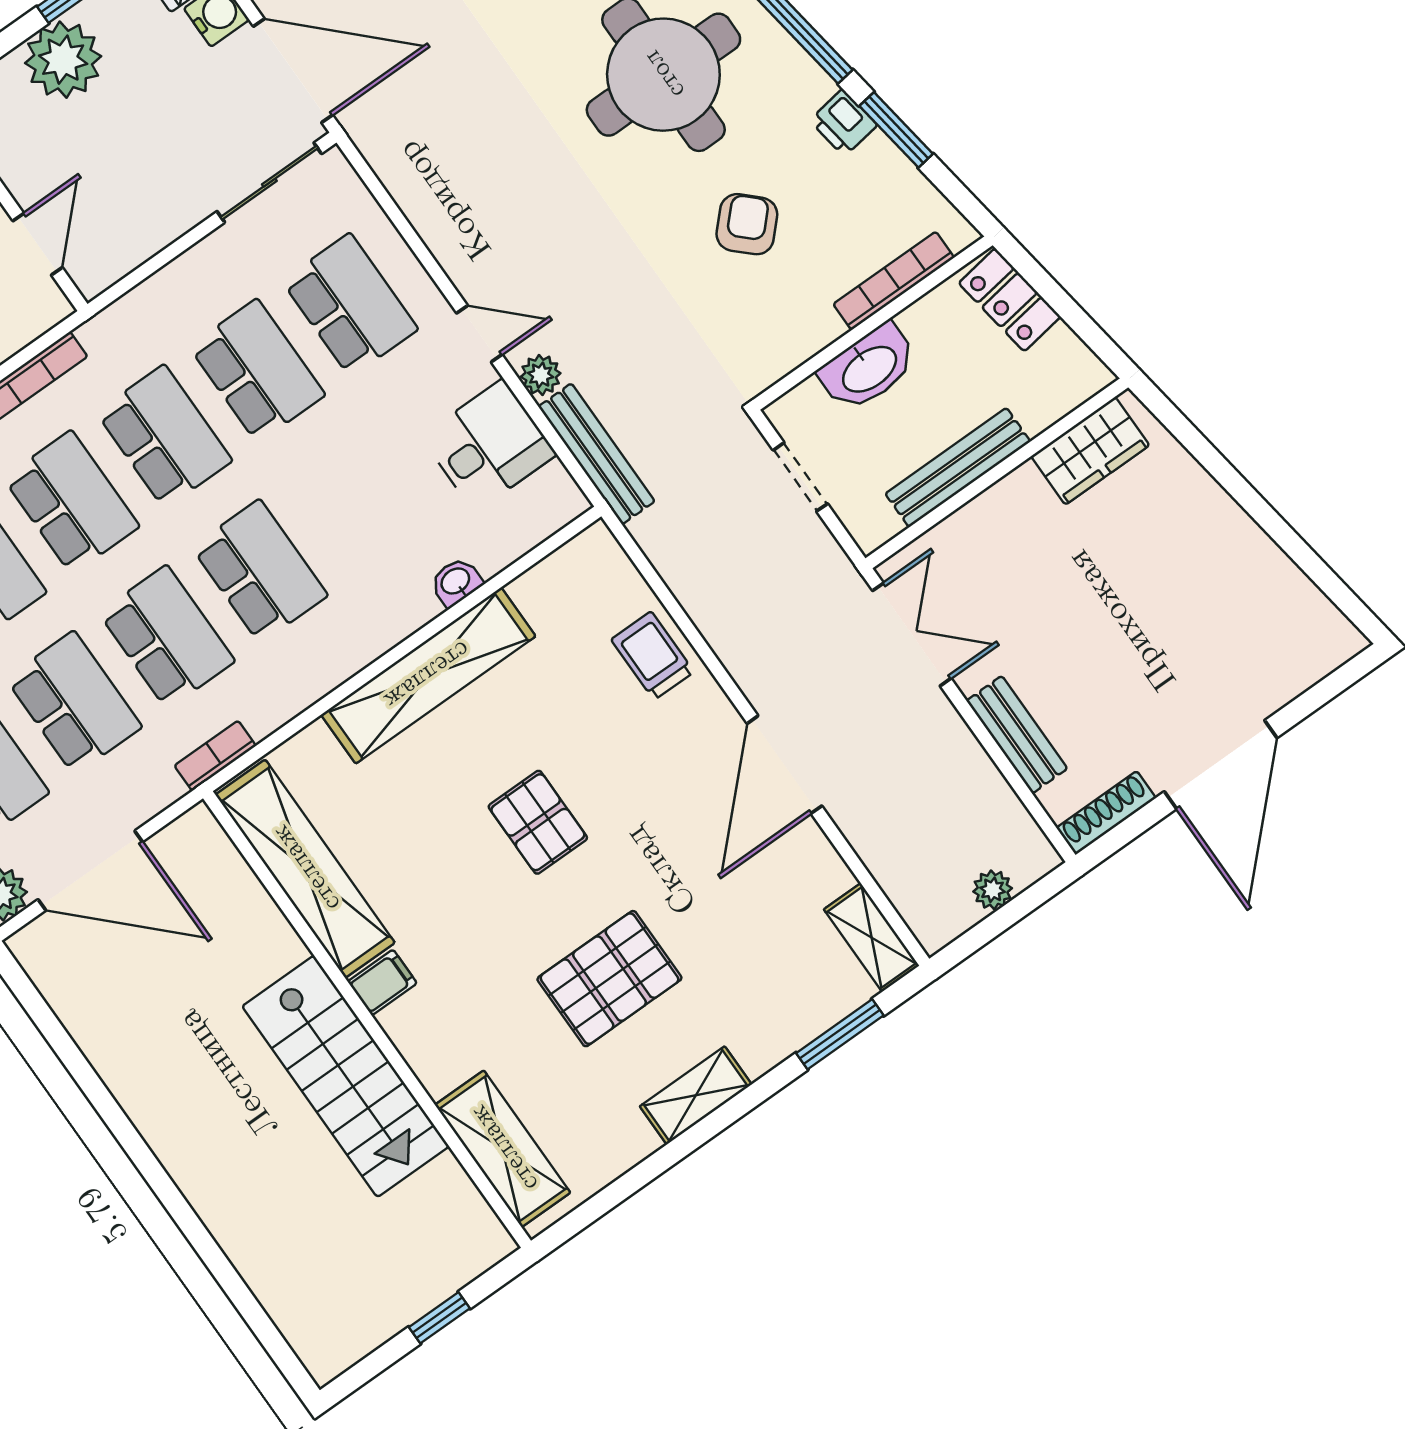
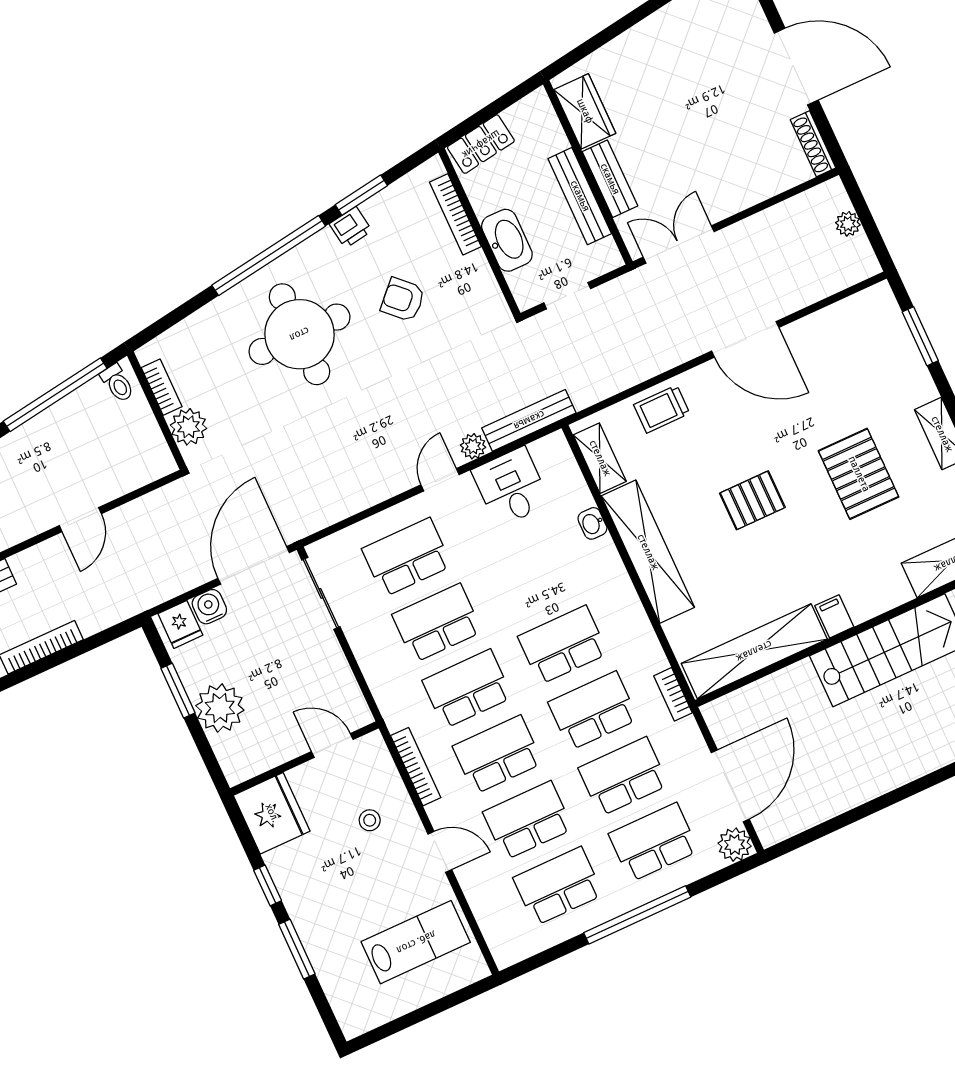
bench: (1017, 735) -> (610, 179), moved, turned 90
shelving: (872, 937) -> (600, 458), moved, turned 90

